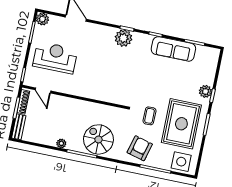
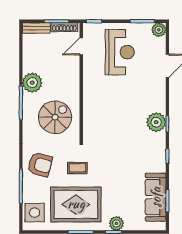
sofa: (173, 49) -> (156, 197), moved
spiral stairs: (98, 139) -> (55, 117), moved
plant: (61, 143) -> (32, 83), width x1.88, depth x1.88

